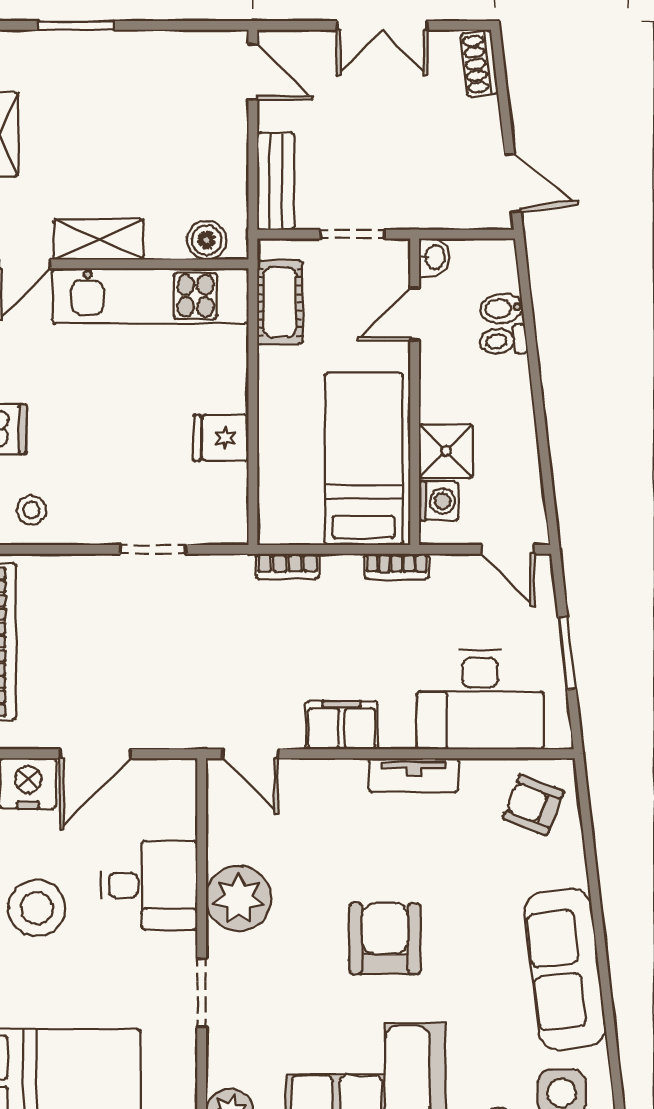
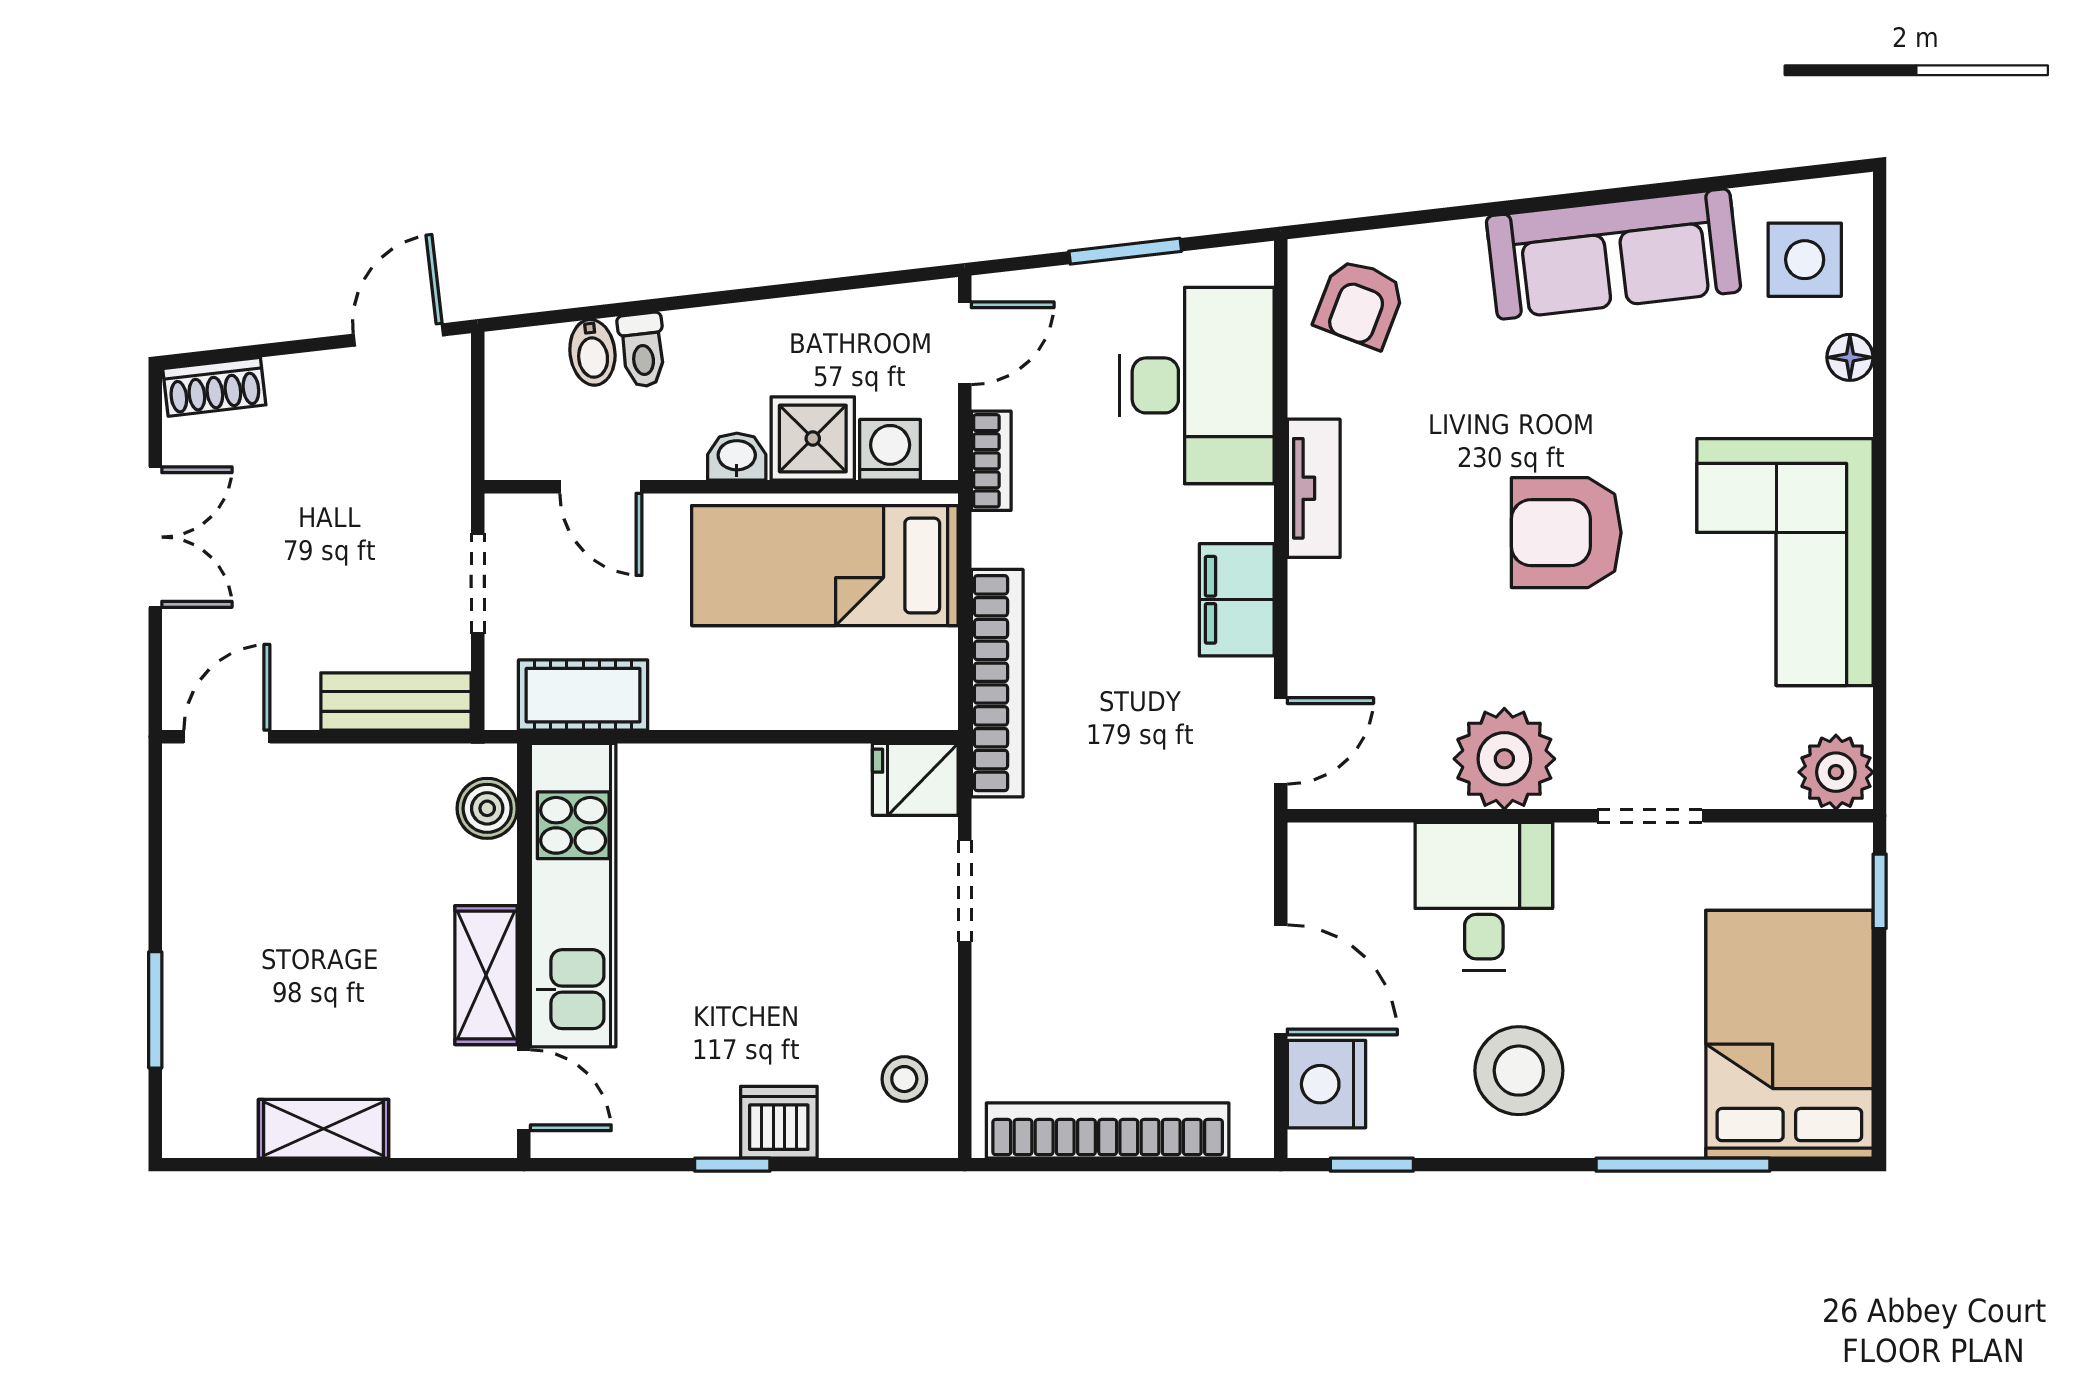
washbasin: (434, 257) -> (737, 457), moved
fridge: (221, 438) -> (915, 779), moved, turned 90
bookcase: (288, 566) -> (997, 683), width x2.31, depth x1.31
bookcase: (397, 566) -> (991, 461), moved

